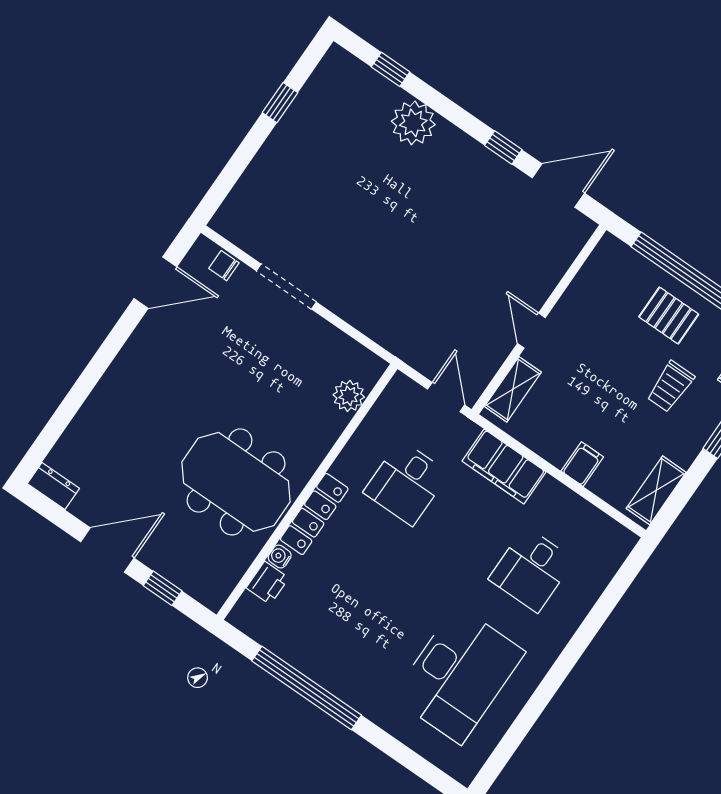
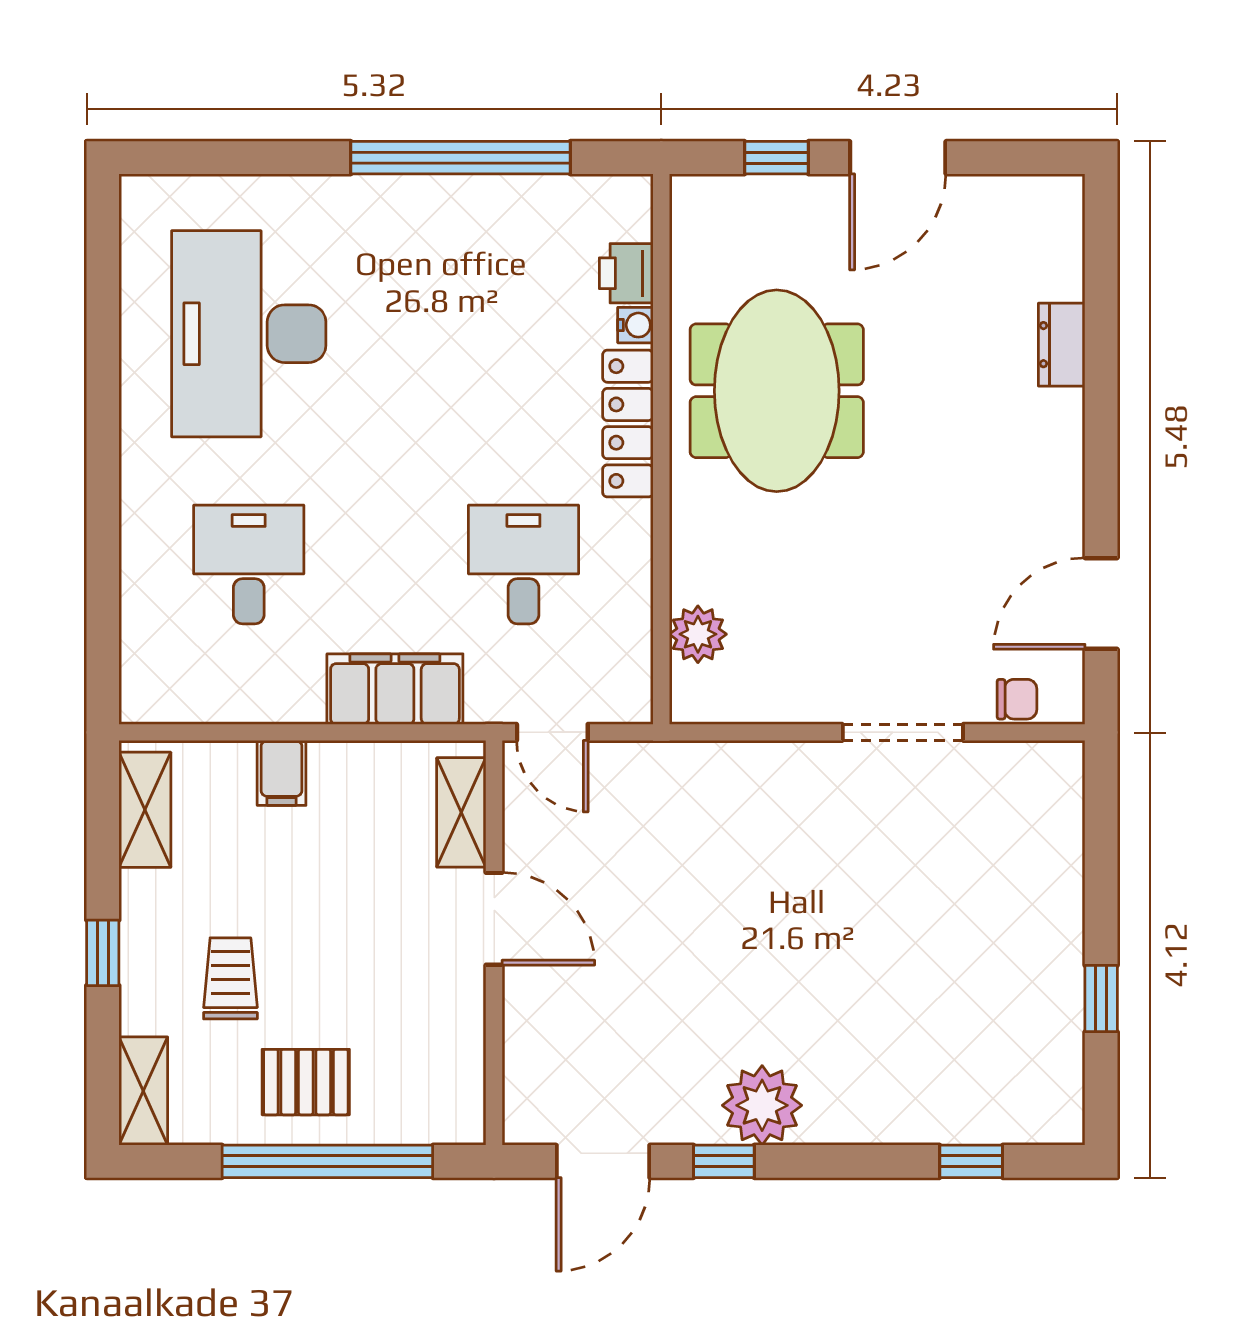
plant: (413, 123) -> (762, 1105), moved
door: (531, 331) -> (494, 919), width x1.38
meeting table: (236, 482) -> (777, 391), turned 90
dresser: (53, 486) -> (1062, 345), moved, turned 90

